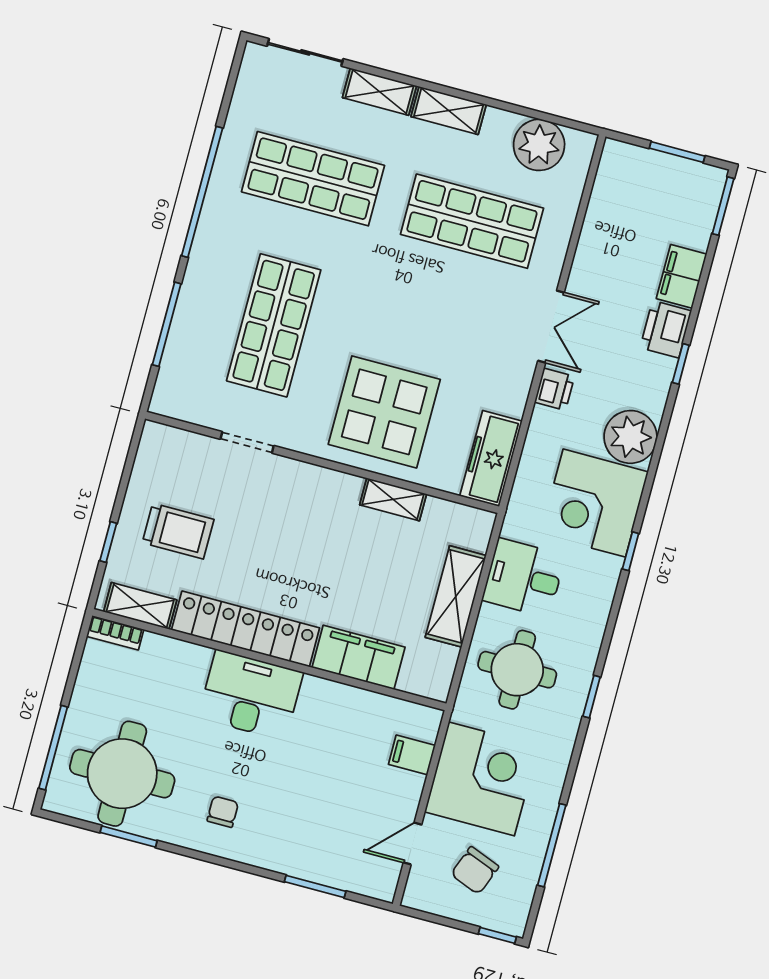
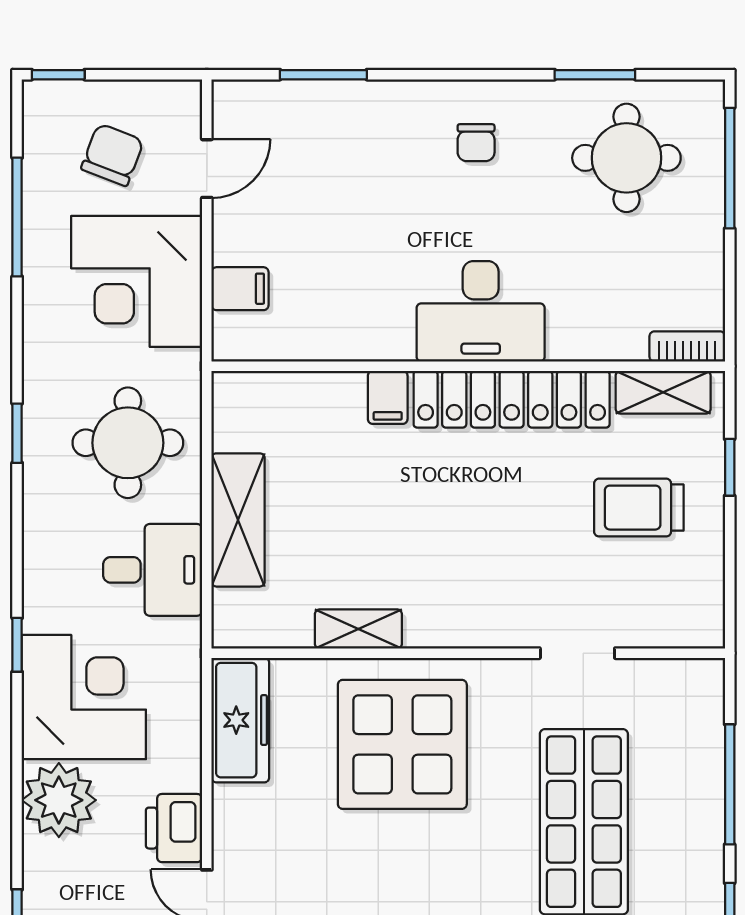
printer: (554, 389) -> (174, 828), width x1.36, depth x1.24
filing cabinet: (358, 657) -> (388, 397), width x0.33, depth x0.86
round table: (122, 774) -> (626, 158), width x0.73, depth x0.73

